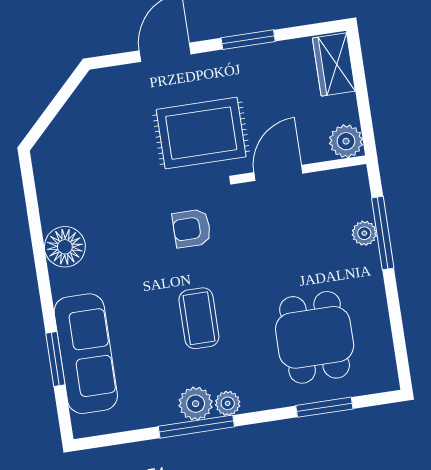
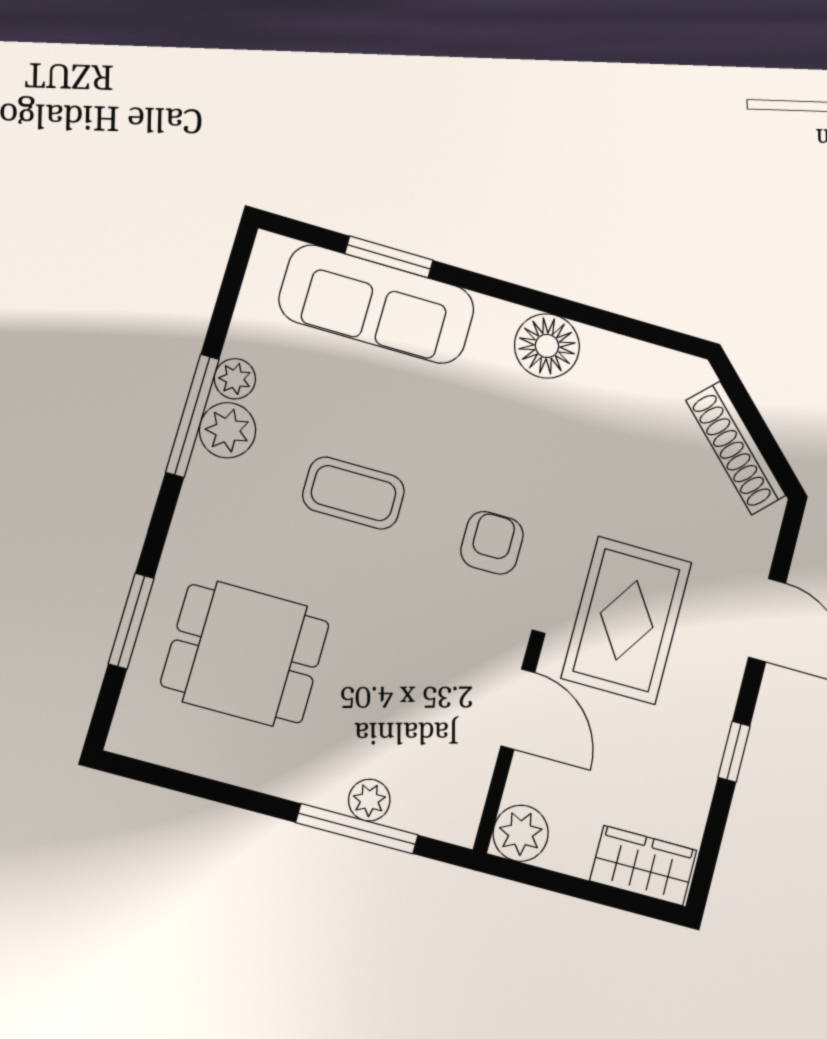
window: (248, 40) -> (734, 752), width x0.67
shoe rack: (74, 113) -> (736, 448), added
plant: (228, 403) -> (235, 379), moved

